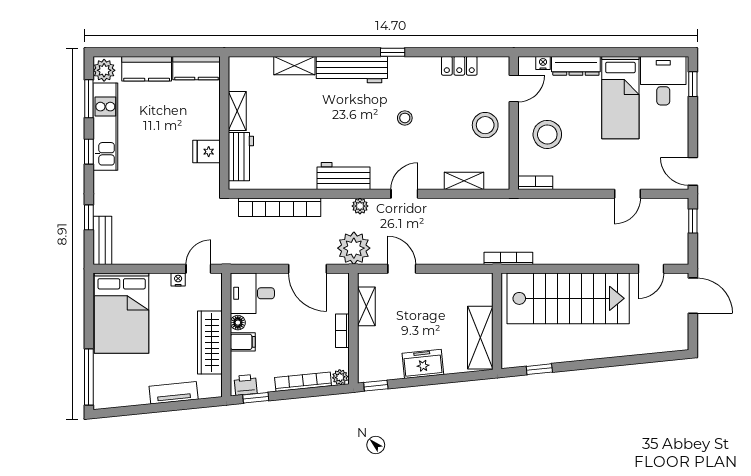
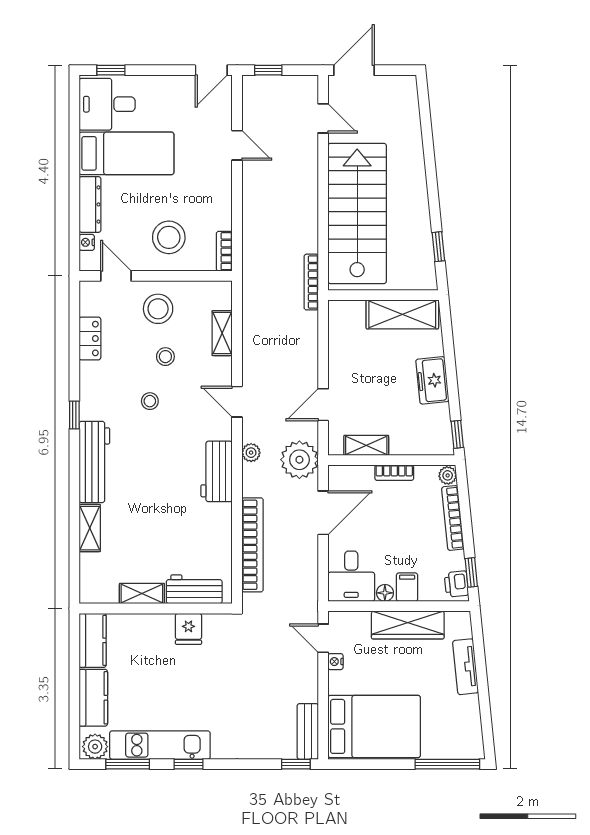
stool: (444, 132) -> (165, 357), added
window: (89, 217) -> (296, 764), moved
bench: (102, 240) -> (308, 731), moved, turned 90

